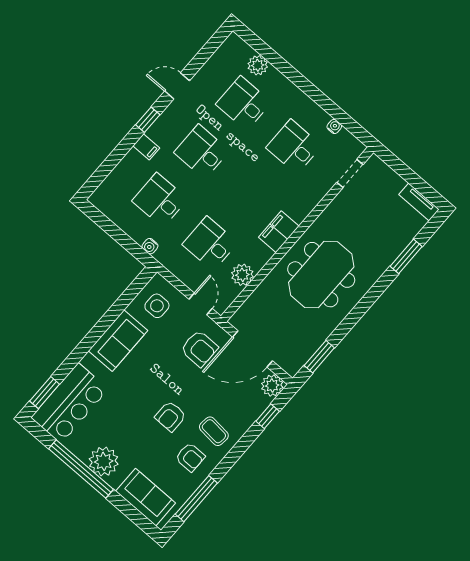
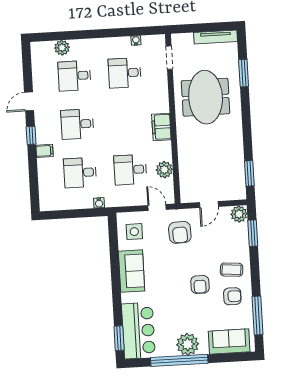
tv unit: (419, 202) -> (216, 37), width x1.41
meeting table: (321, 275) -> (206, 97), moved
armchair: (199, 348) -> (180, 232), turned 87
door: (252, 349) -> (209, 204), width x0.53
window: (268, 416) -> (253, 233), width x1.50

